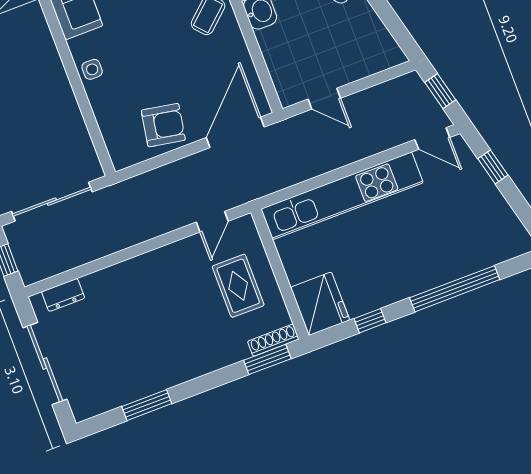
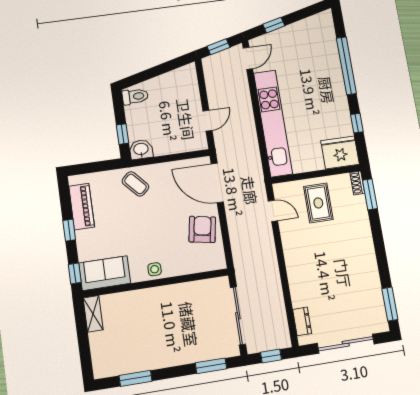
rug: (238, 286) -> (318, 203), turned 90
shoe rack: (273, 340) -> (357, 183), width x0.70
window: (147, 405) -> (390, 304), moved

